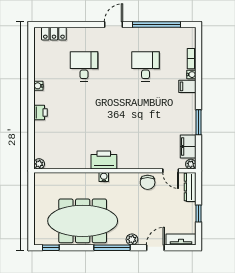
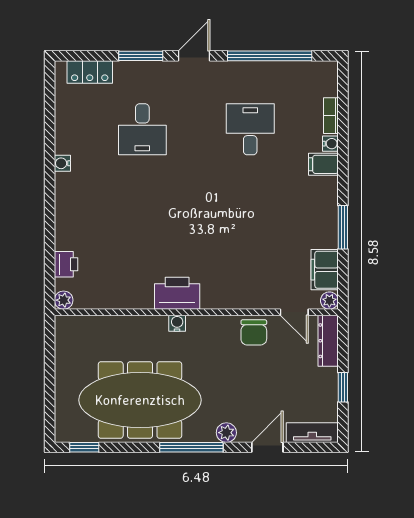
window: (83, 24) -> (141, 56), added
desk: (84, 66) -> (142, 129), turned 180
printer: (40, 112) -> (66, 264), moved

